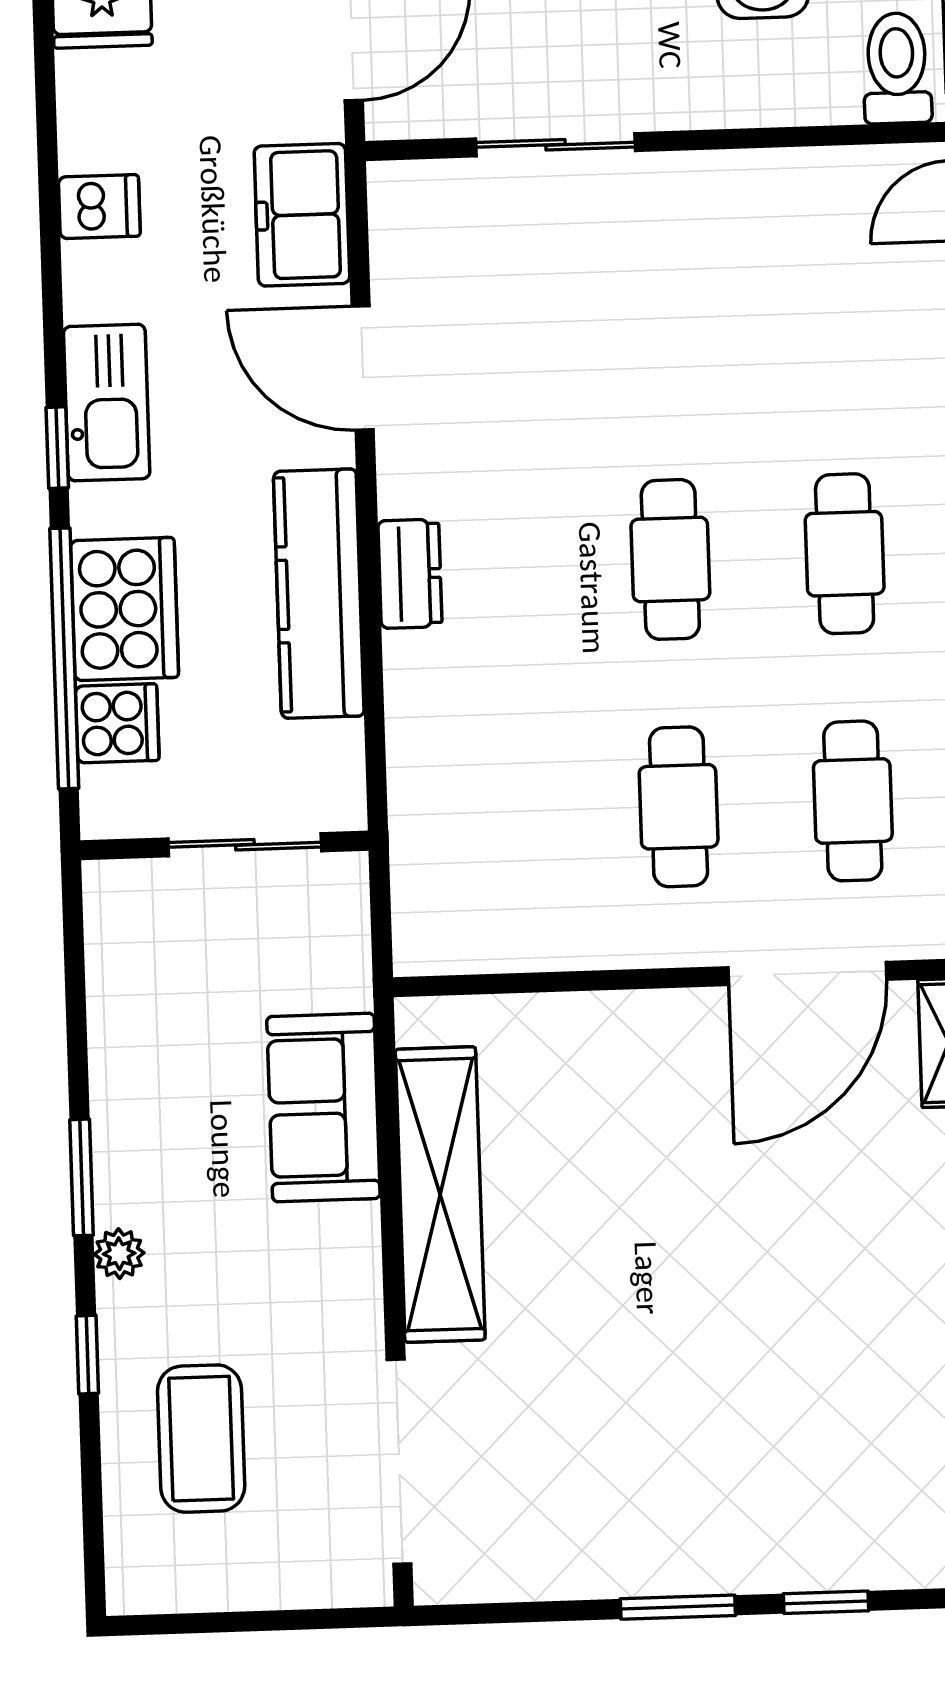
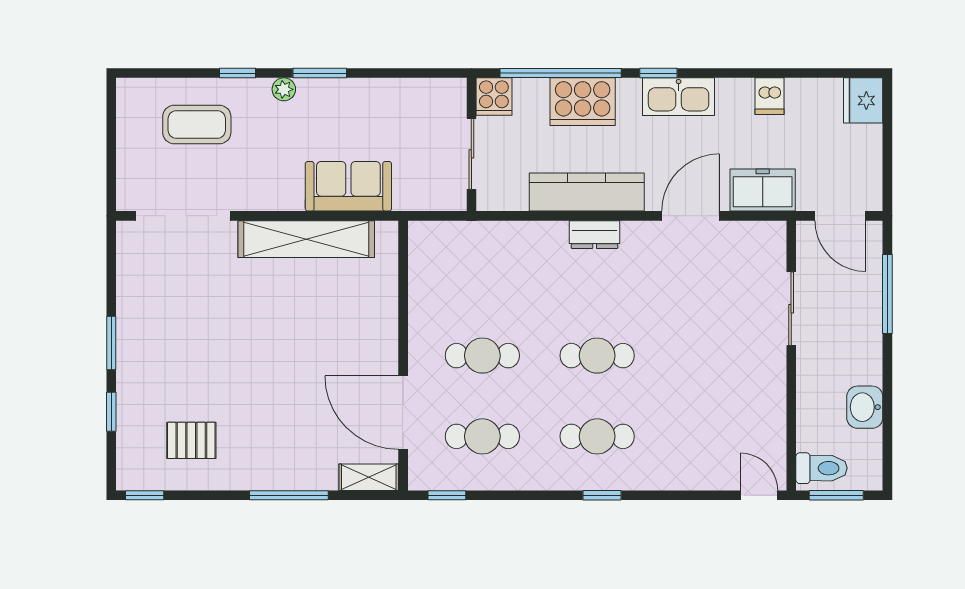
cooker: (117, 723) -> (494, 97), moved
pallet: (882, 1428) -> (191, 440), added

